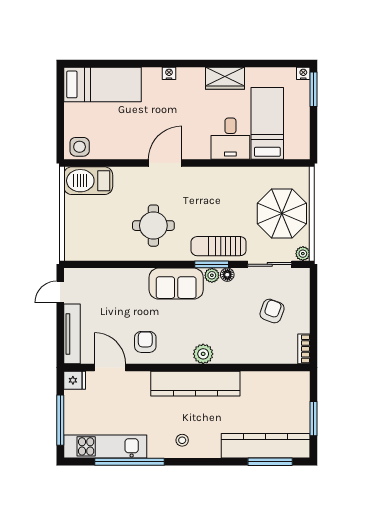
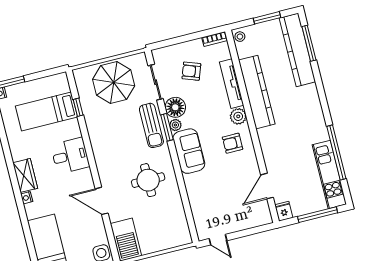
wardrobe: (225, 78) -> (25, 175), moved
desk: (230, 139) -> (70, 156), moved
door: (165, 163) -> (102, 201), moved
window: (263, 163) -> (78, 107), added
plant: (303, 254) -> (141, 58), removed
floor lamp: (227, 275) -> (175, 107), width x1.89, depth x1.89
tv unit: (72, 334) -> (232, 84), moved, turned -90
armchair: (145, 342) -> (233, 143), moved
kitchen counter: (195, 384) -> (257, 92), moved
stool: (182, 440) -> (240, 37), moved

